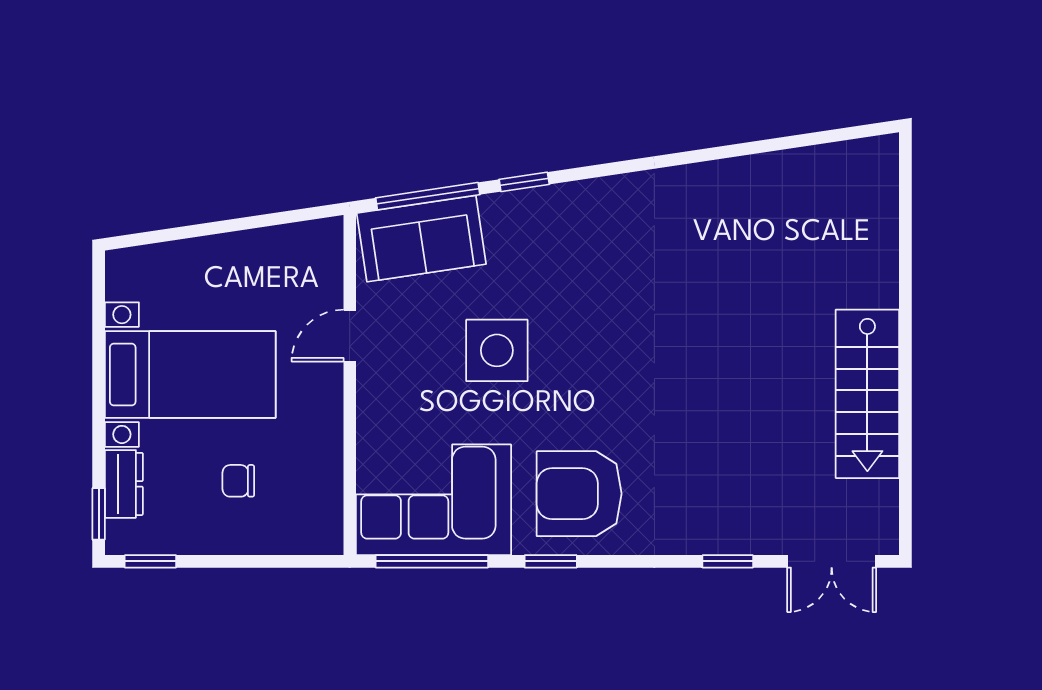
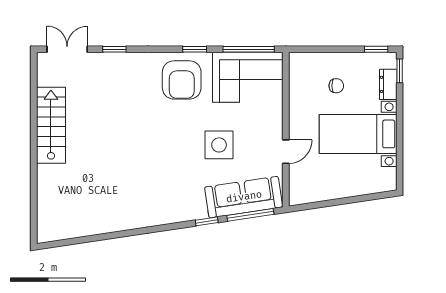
sofa: (421, 239) -> (244, 197), width x1.36
armchair: (579, 494) -> (182, 80), turned 90

